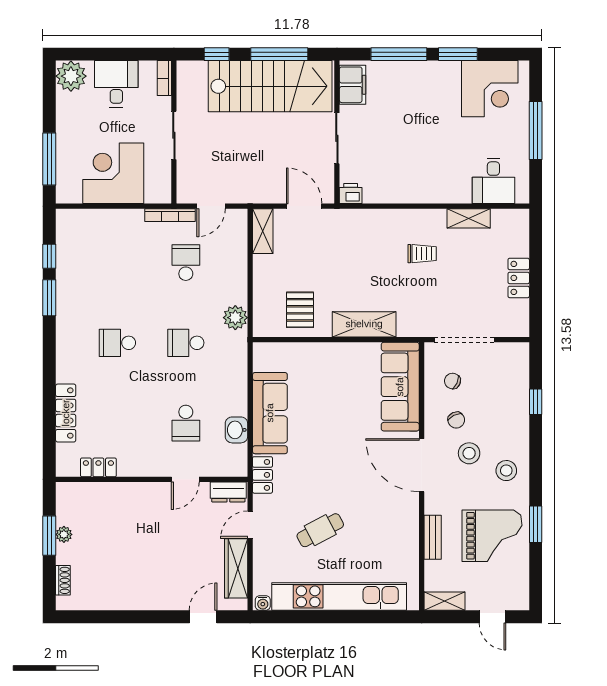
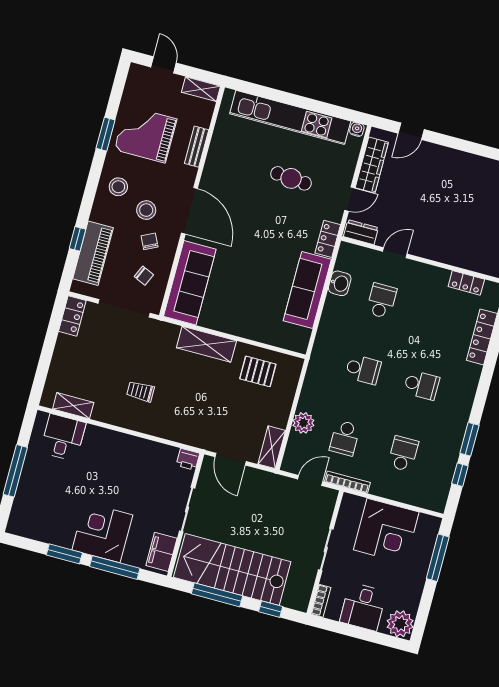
corner desk: (490, 89) -> (102, 532), moved
shelving: (469, 218) -> (73, 406), moved
school desk: (117, 263) -> (403, 454), added
locker: (519, 278) -> (72, 316), moved
pallet: (300, 310) -> (258, 371), turned 90
plant: (235, 318) -> (303, 423), moved
piano: (515, 390) -> (93, 253), added
cafe table: (320, 530) -> (291, 178), turned 33

